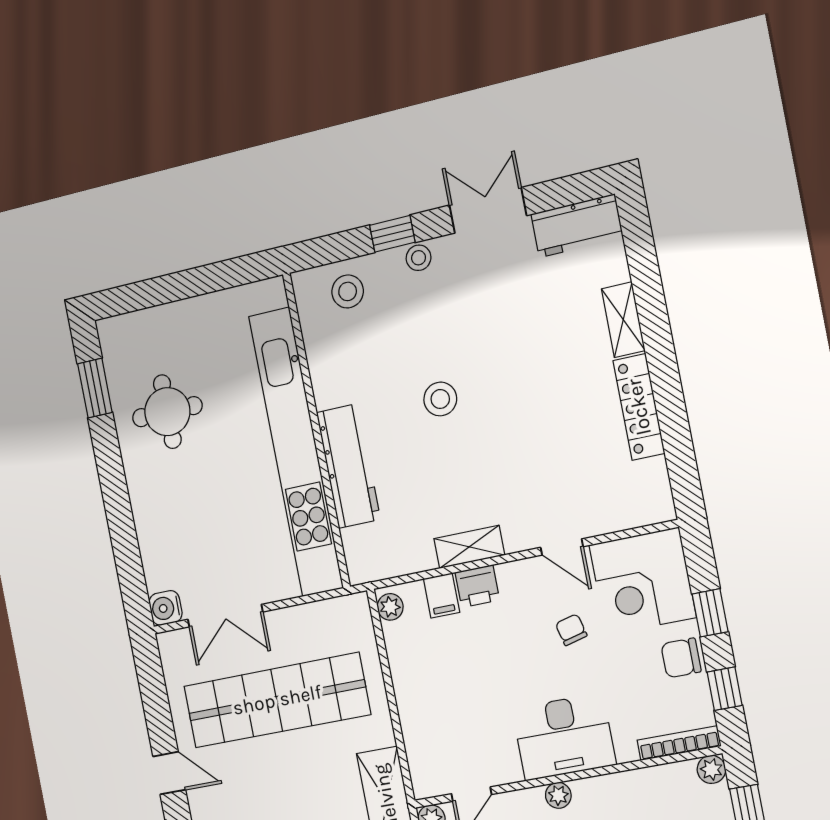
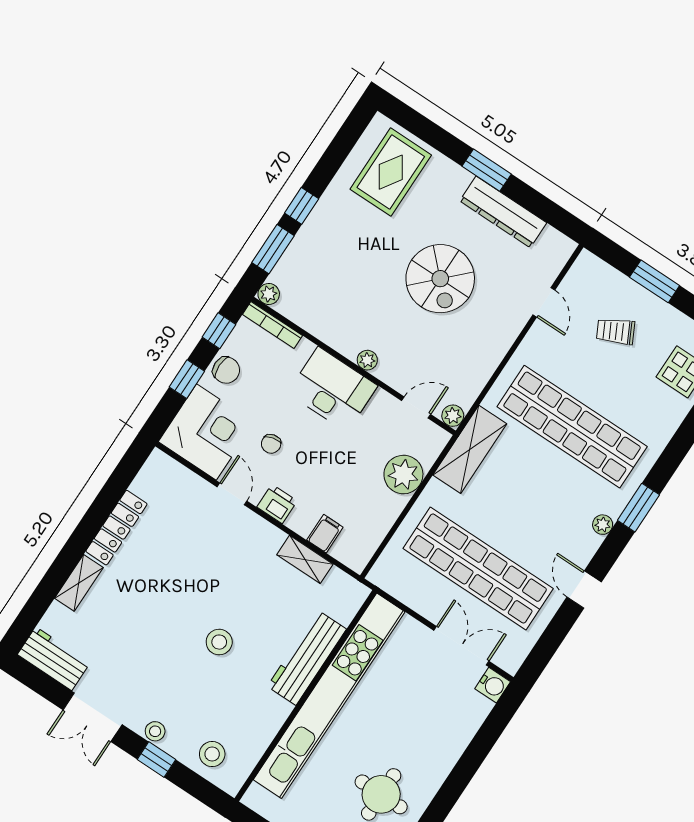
shelving: (469, 547) -> (305, 559), moved
printer: (477, 586) -> (277, 504), moved
plant: (390, 607) -> (403, 475), moved, width x1.88, depth x1.88

